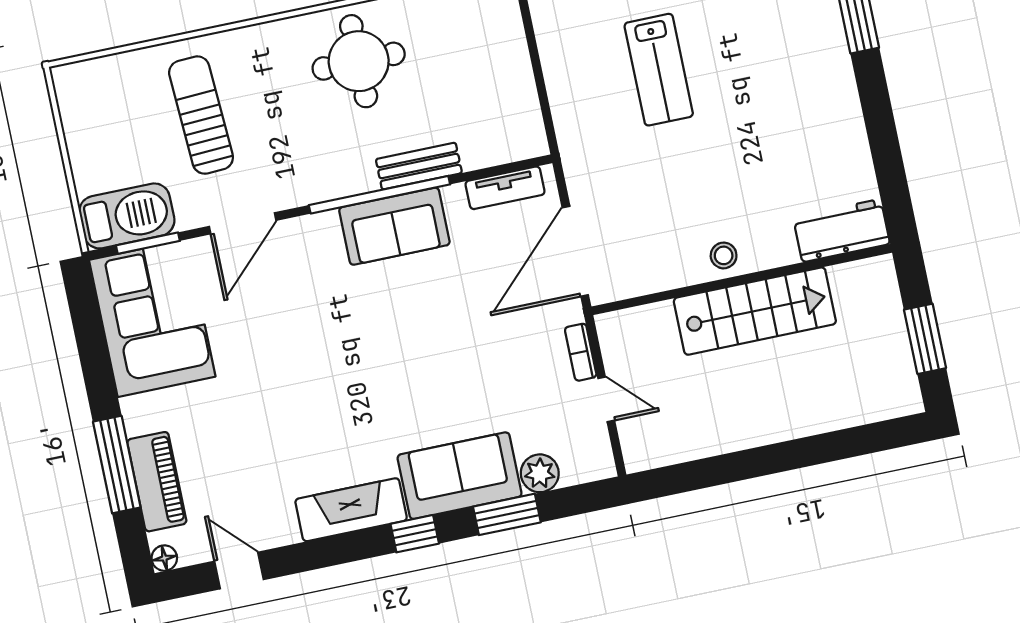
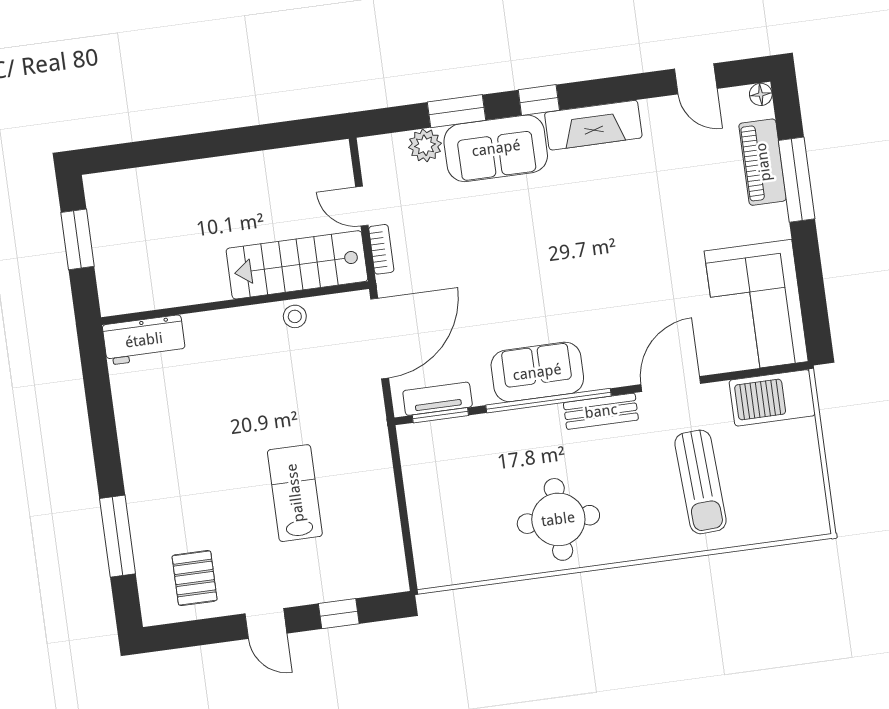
bench: (419, 166) -> (601, 411), moved
window: (148, 243) -> (440, 415), moved
stool: (724, 255) -> (295, 316), moved
stairs: (755, 311) -> (297, 265), moved

